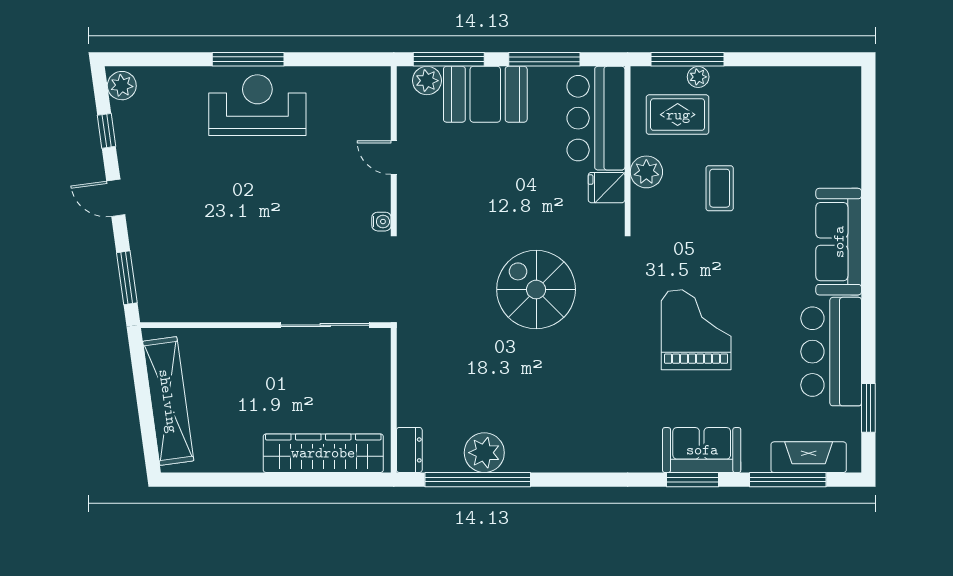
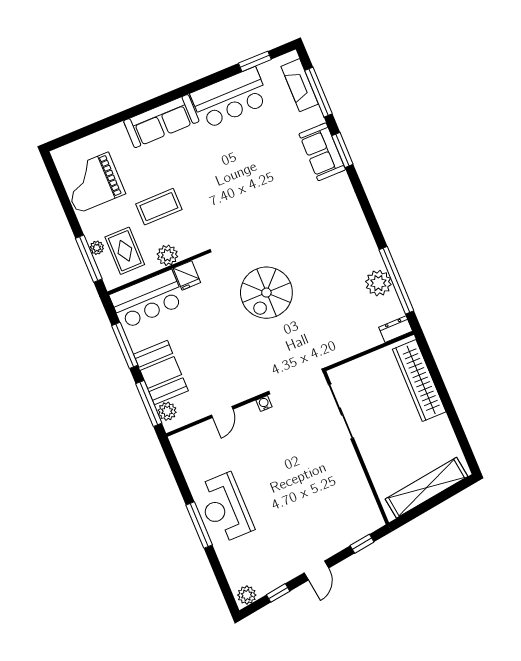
coffee table: (720, 188) -> (159, 207), width x1.36, depth x1.30
window: (127, 278) -> (362, 544), width x0.67
grand piano: (696, 330) -> (93, 183), moved

